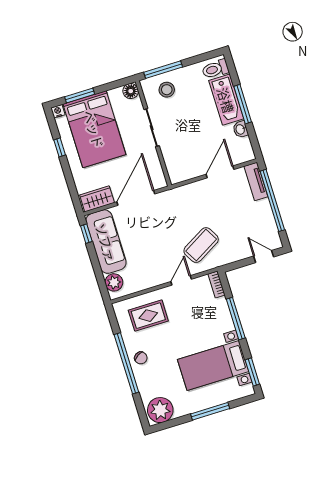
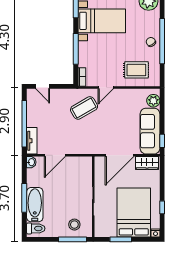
floor lamp: (131, 91) -> (100, 231), removed
window: (80, 95) -> (121, 239), moved
washbasin: (240, 129) -> (31, 162), moved

